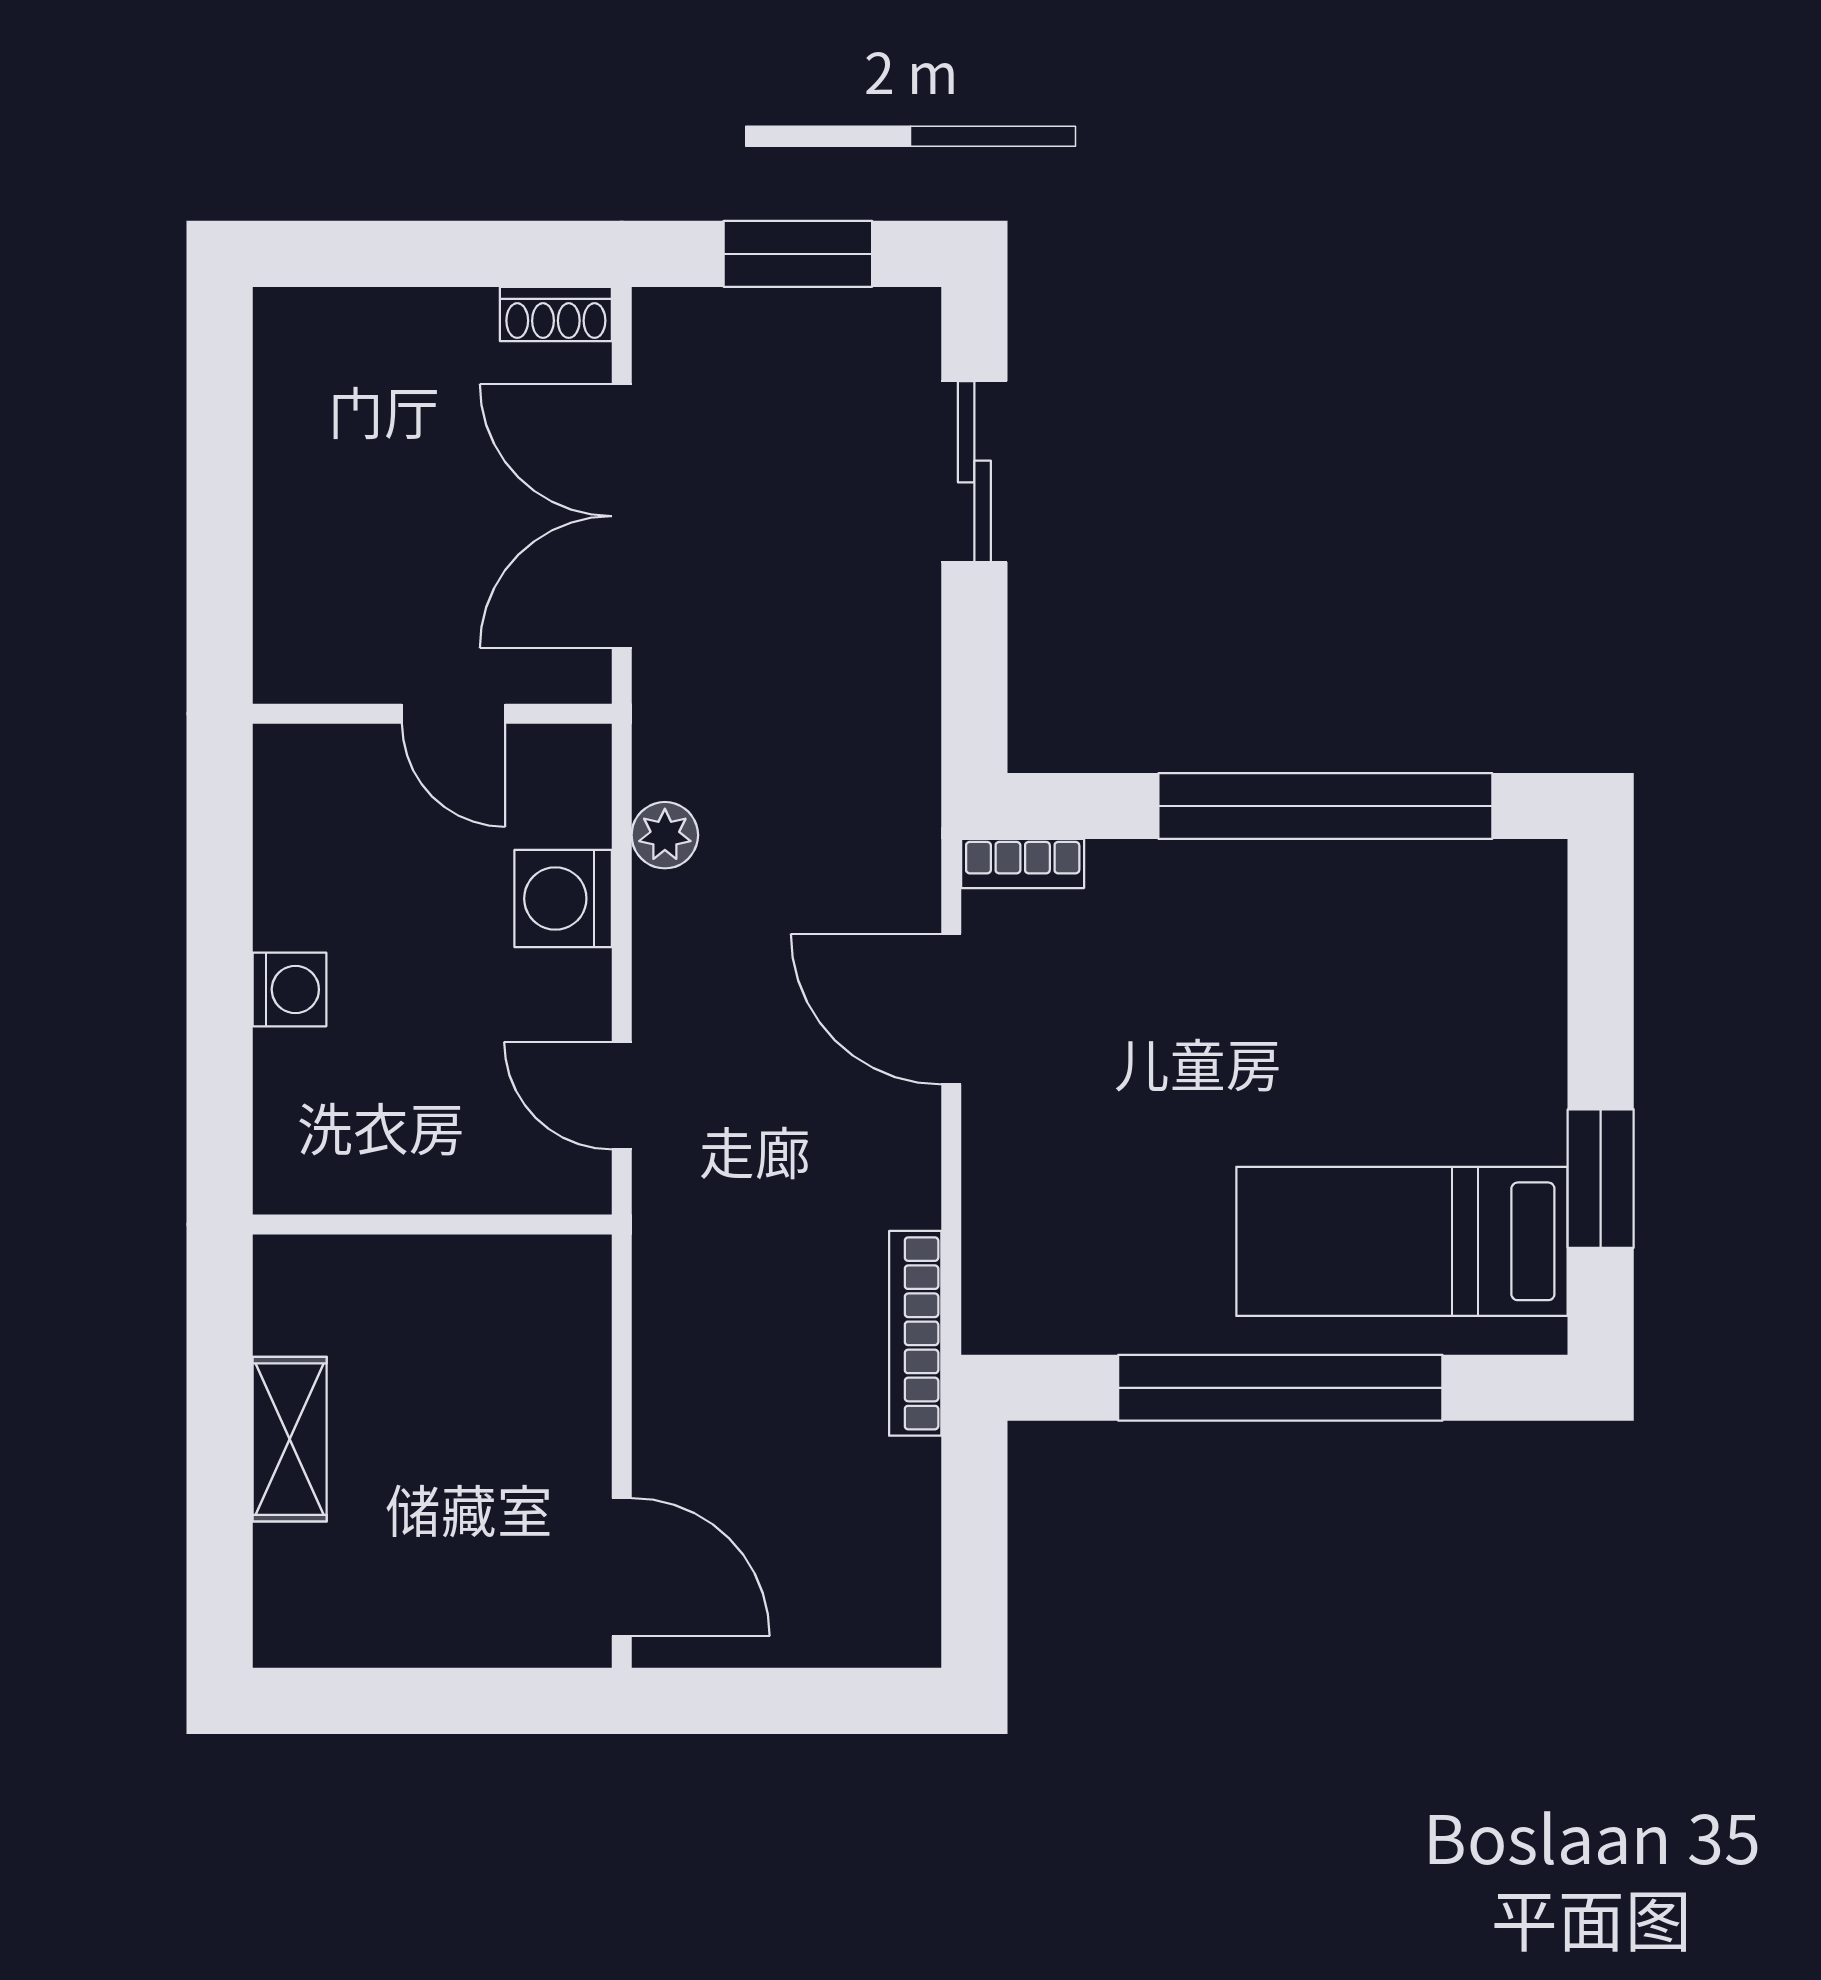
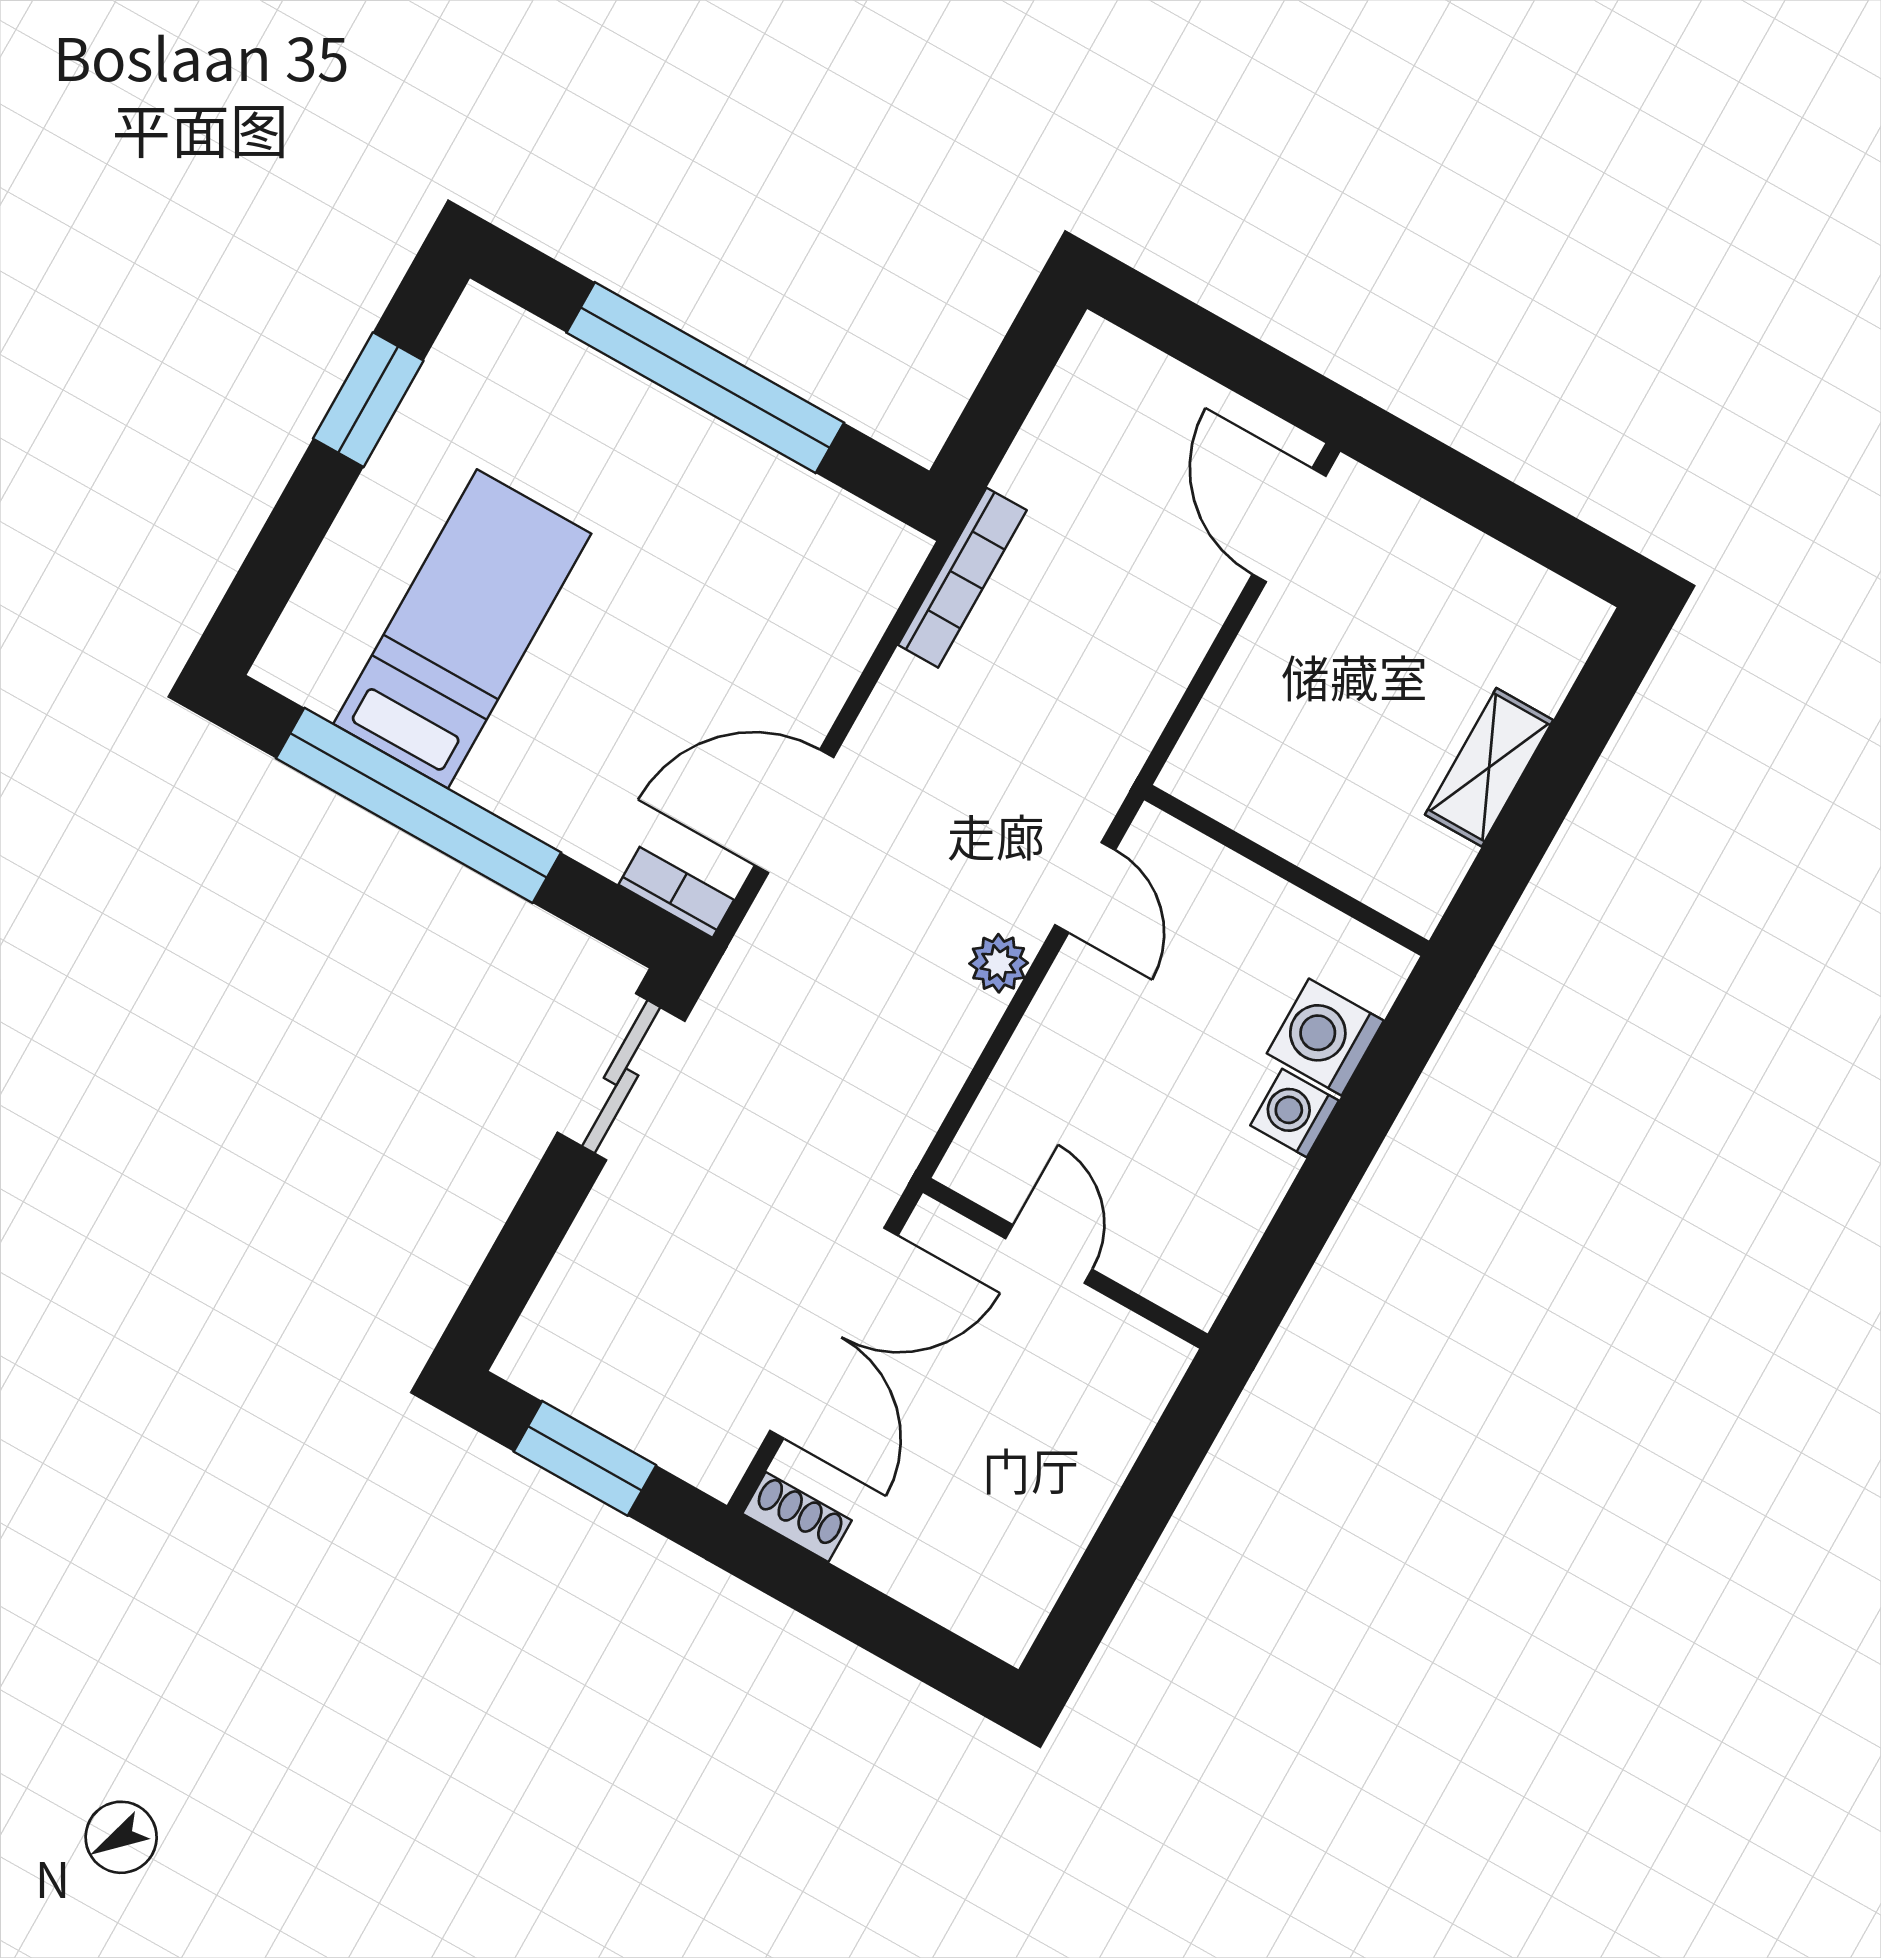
sliding door: (974, 472) -> (621, 1077), moved
plant: (665, 835) -> (999, 963), moved
washing machine: (563, 899) -> (1325, 1037), moved, turned 180
door: (951, 1009) -> (794, 811), swing flipped
bed: (1402, 1241) -> (462, 629), moved, turned -90

